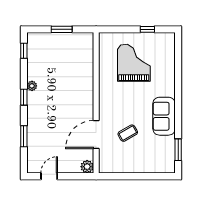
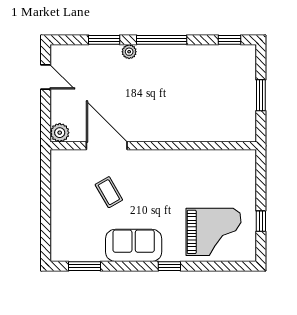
grand piano: (134, 63) -> (214, 232), moved
plant: (32, 86) -> (129, 52), moved
window: (178, 92) -> (169, 266), added
window: (24, 97) -> (162, 40), width x2.17

